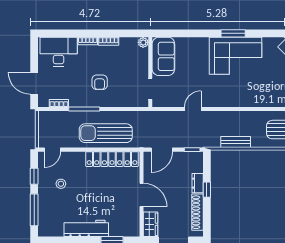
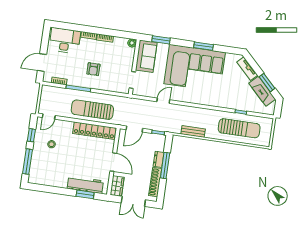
window: (179, 33) -> (161, 40), added
corner sofa: (236, 56) -> (195, 68), width x1.36, depth x1.36
door: (34, 83) -> (42, 63), hinge flipped
window: (207, 190) -> (165, 165), width x2.17
workbench: (86, 228) -> (85, 185), moved

